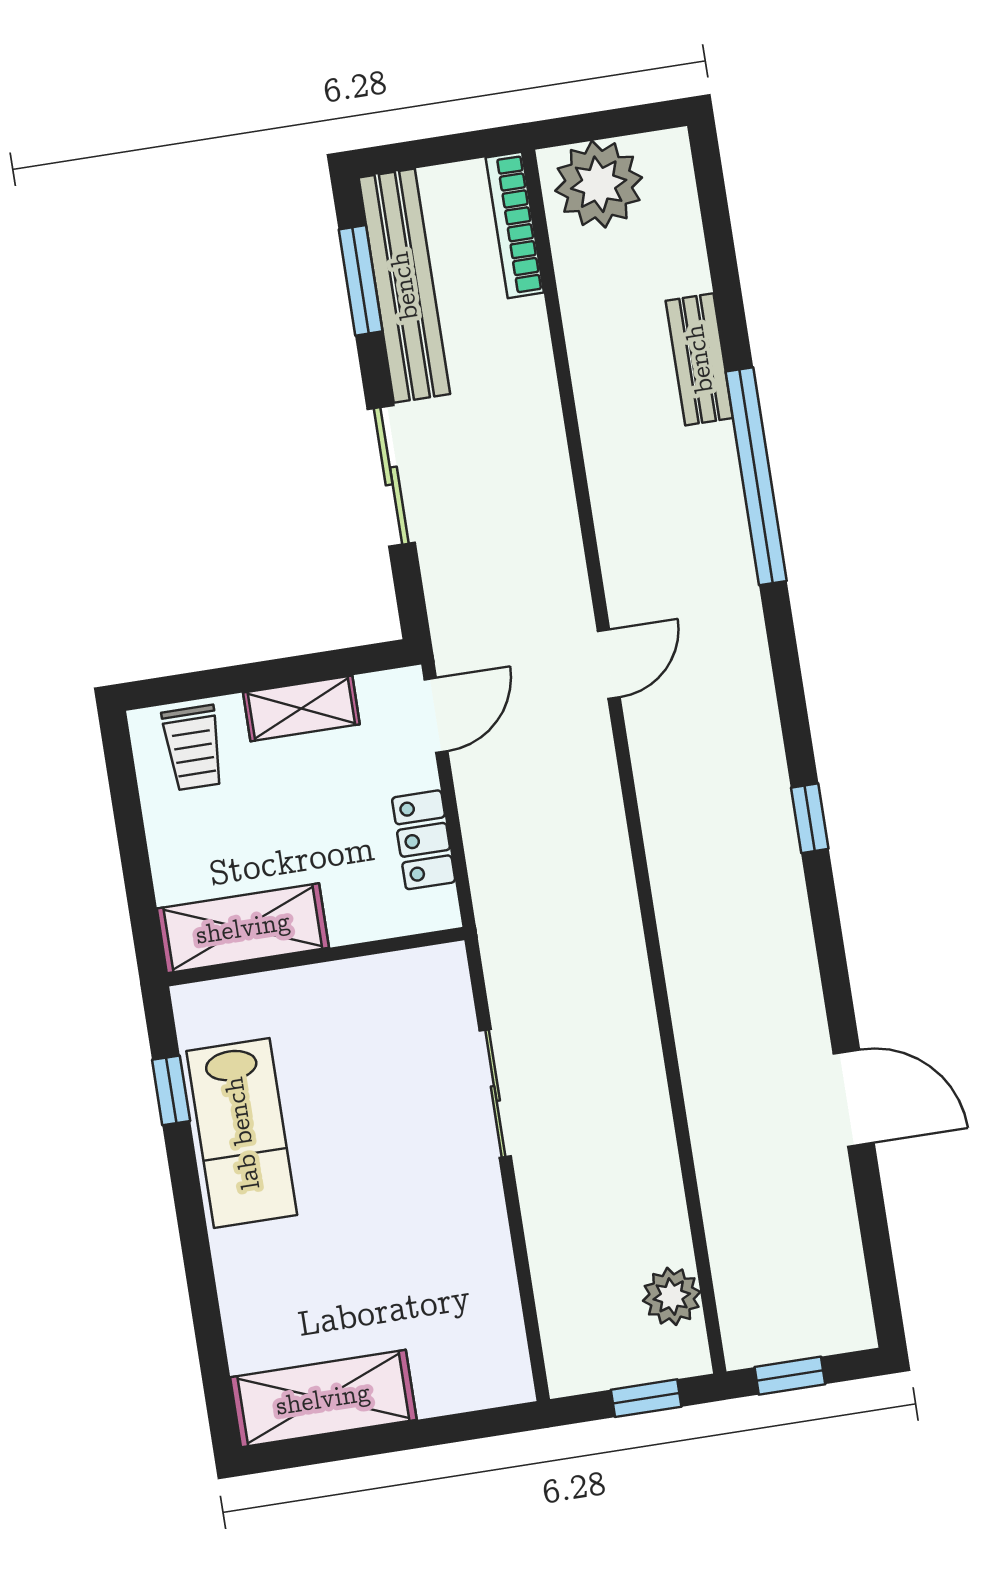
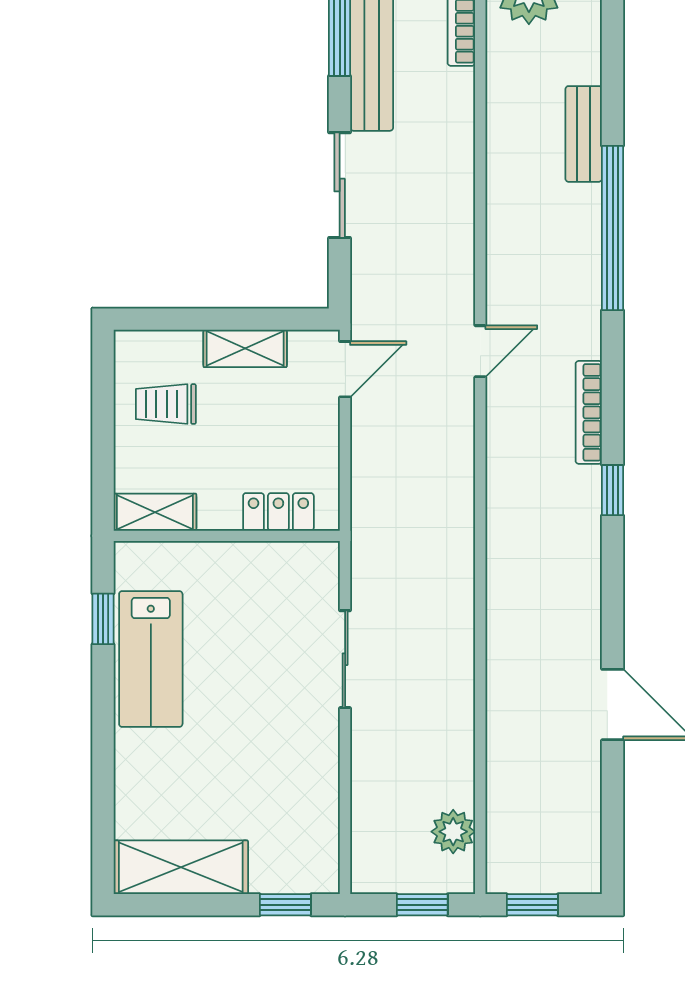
bookcase: (763, 722) -> (589, 412), added
trolley: (193, 748) -> (166, 404), moved, turned 90
locker: (424, 840) -> (278, 512), moved, turned 90
shelving: (243, 928) -> (155, 512), width x0.67, depth x0.75
window: (468, 1426) -> (285, 905), added

